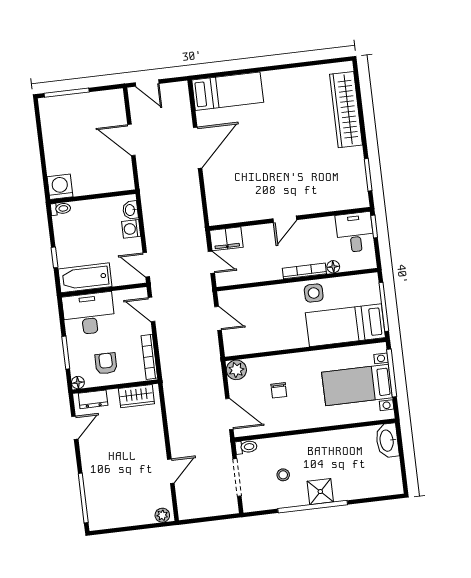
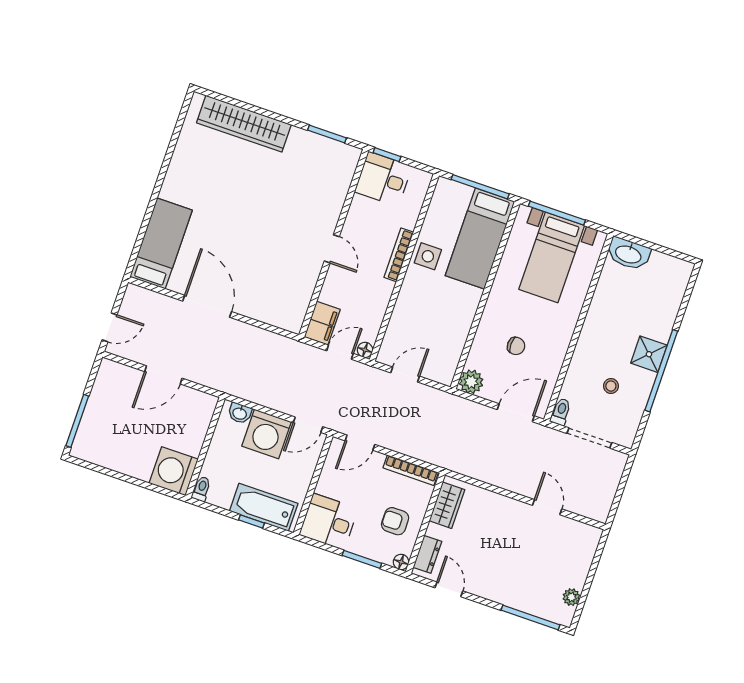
washing machine: (60, 187) -> (174, 471), width x1.37, depth x1.37
washing machine: (131, 229) -> (266, 434), width x1.89, depth x1.89
floor lamp: (333, 267) -> (365, 350), moved
bathtub: (85, 278) -> (264, 507), moved, turned 90
desk: (89, 314) -> (329, 522), width x0.73
plant: (162, 515) -> (571, 597), moved

